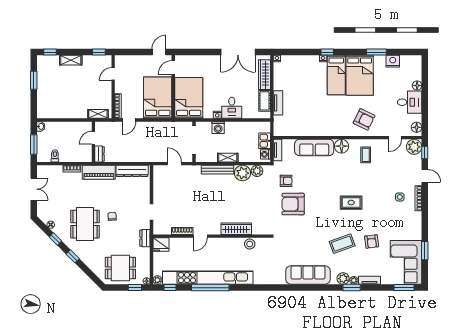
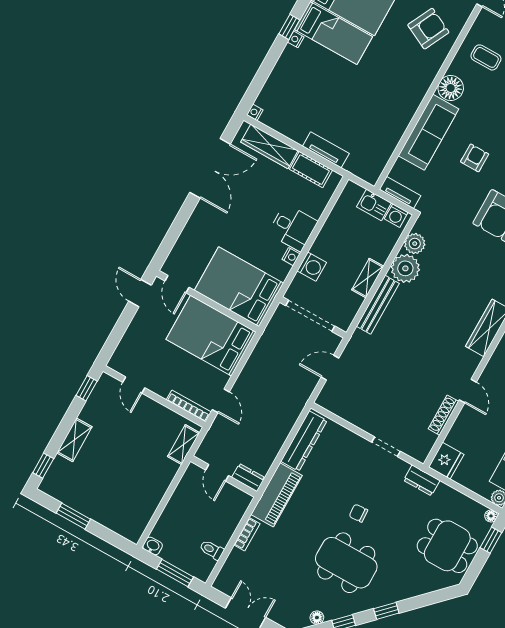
armchair: (286, 181) -> (475, 158), moved
dining table: (120, 268) -> (447, 546), turned 90

